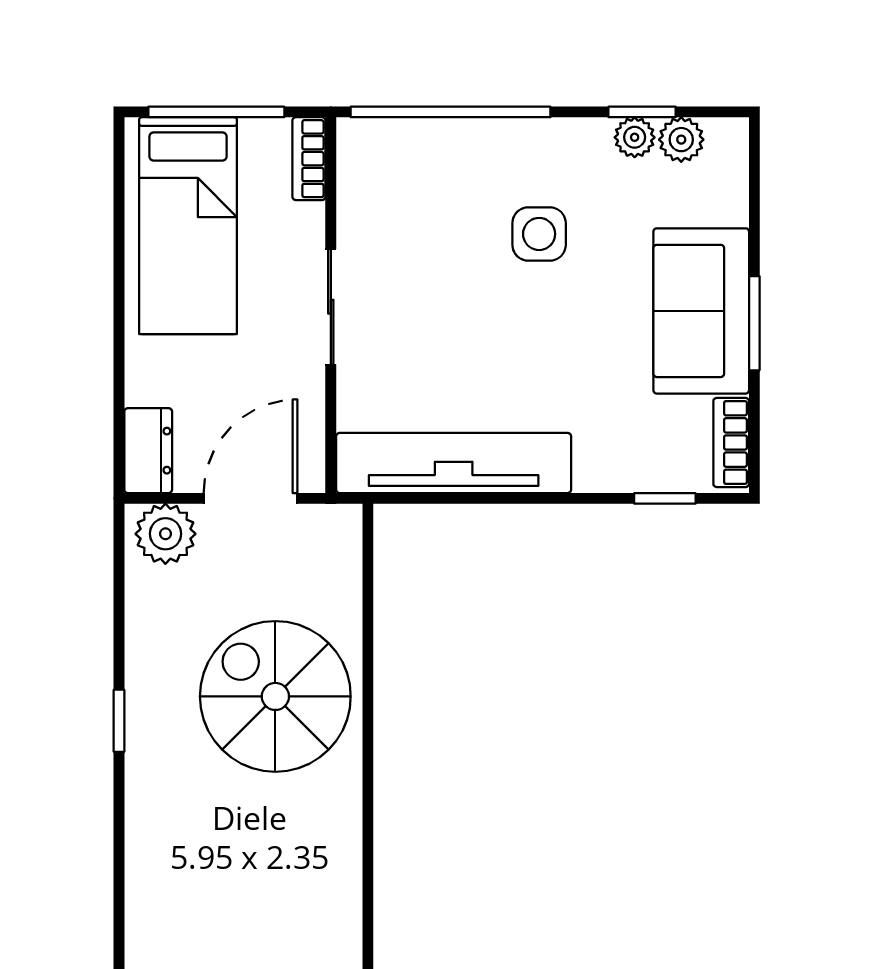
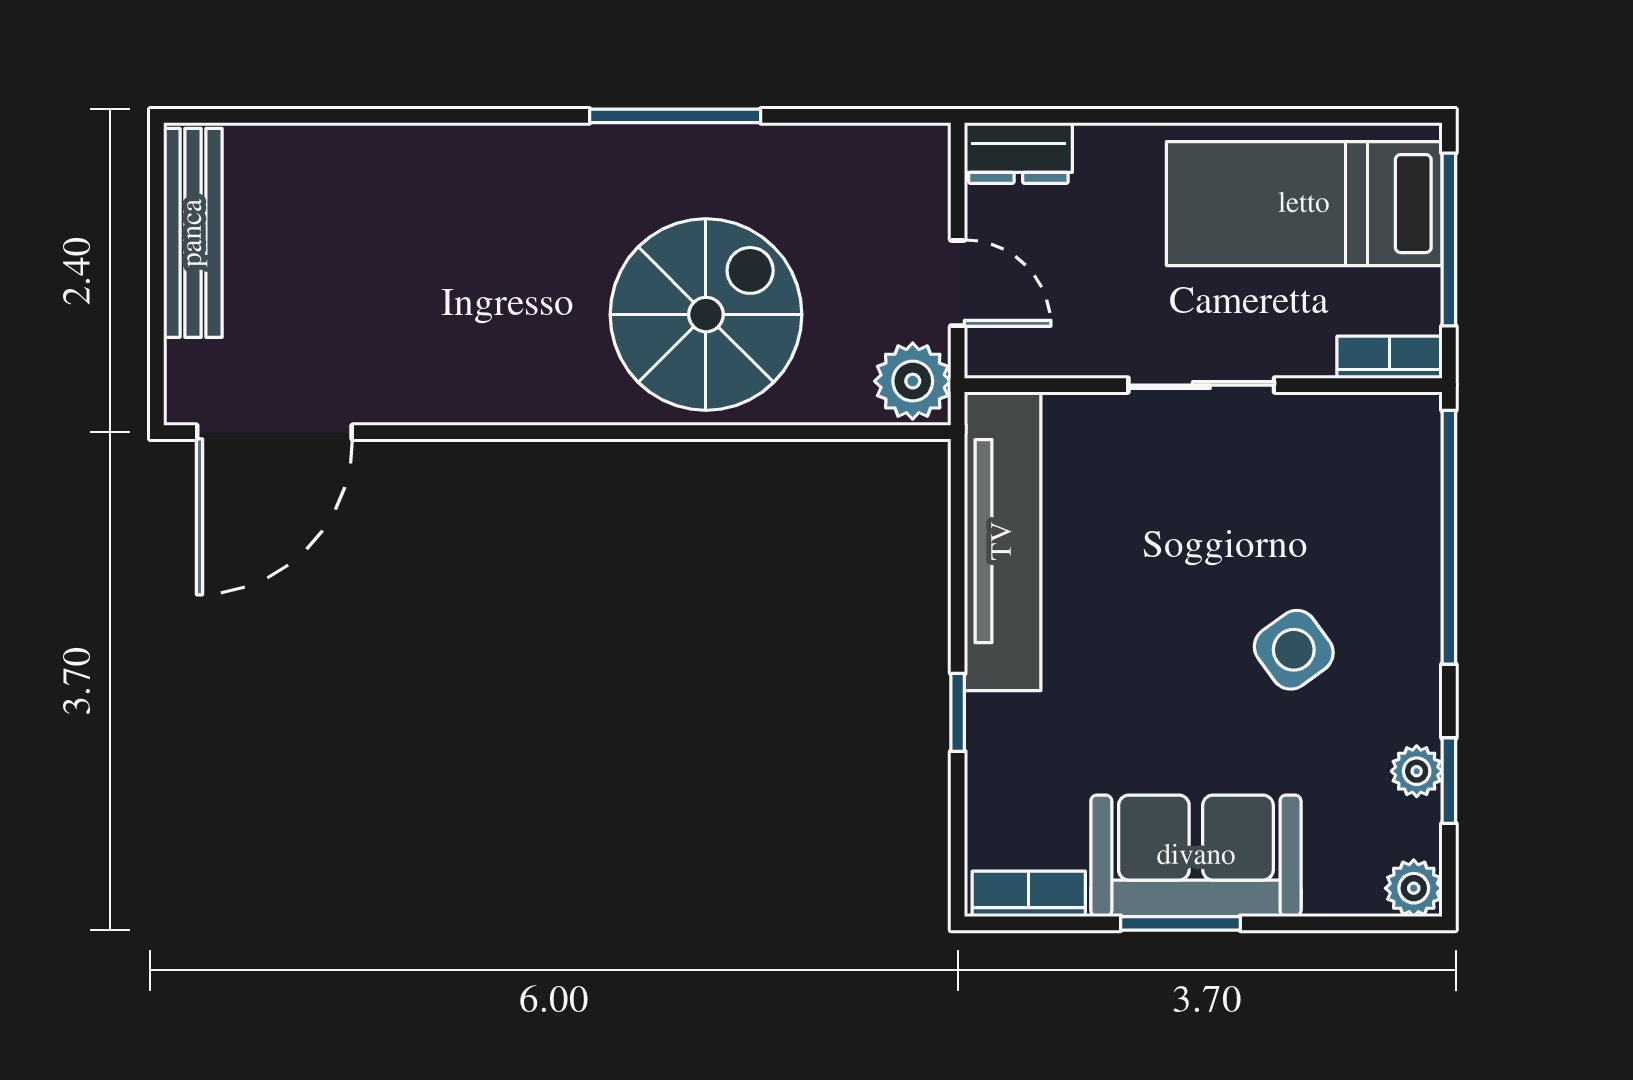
plant: (681, 140) -> (1414, 888), moved
side table: (539, 234) -> (1294, 650), turned -36
door: (251, 498) -> (958, 283), width x0.73
window: (665, 498) -> (958, 712), moved
plant: (165, 534) -> (913, 381), moved
window: (119, 721) -> (675, 116), width x2.17

